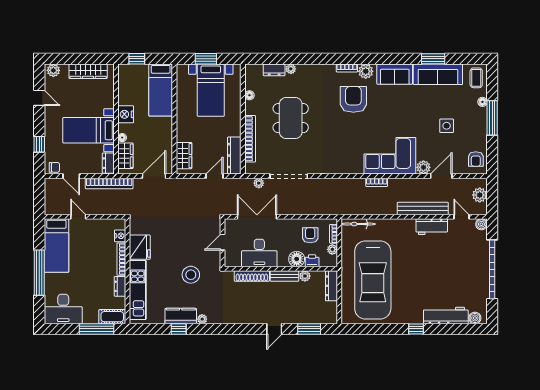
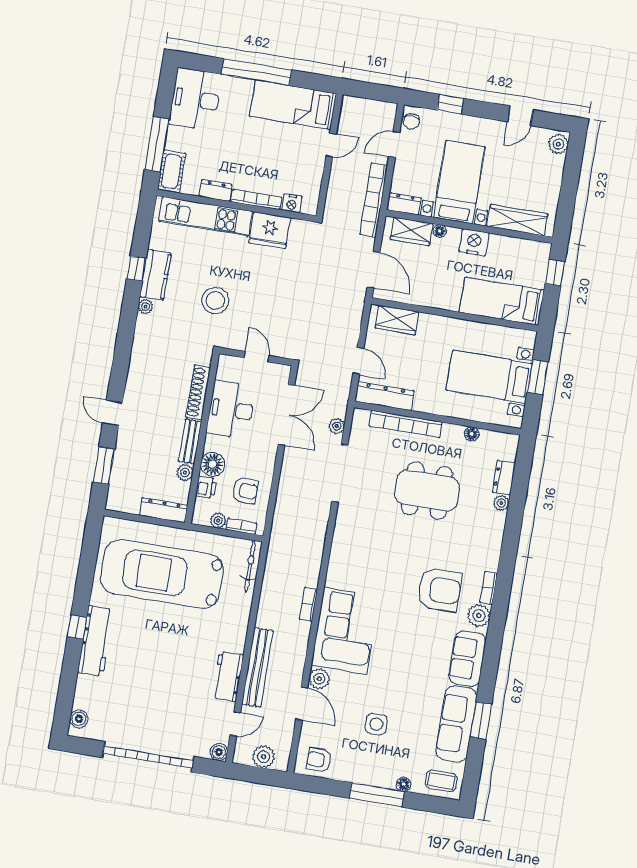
wardrobe: (88, 71) -> (517, 220), moved, turned 90
workbench: (446, 316) -> (96, 641), moved

